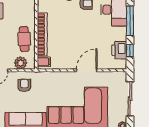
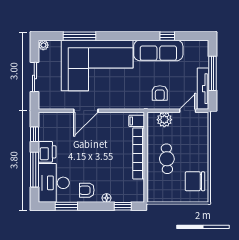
cafe table: (24, 39) -> (167, 159), moved
printer: (119, 50) -> (47, 152), moved
sliding door: (130, 99) -> (34, 77), width x0.73

